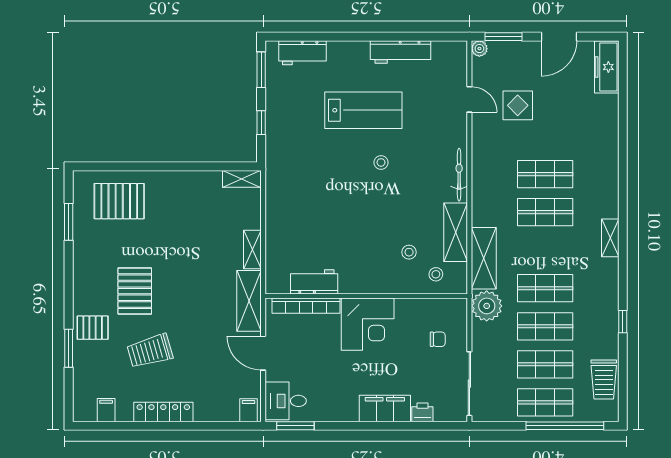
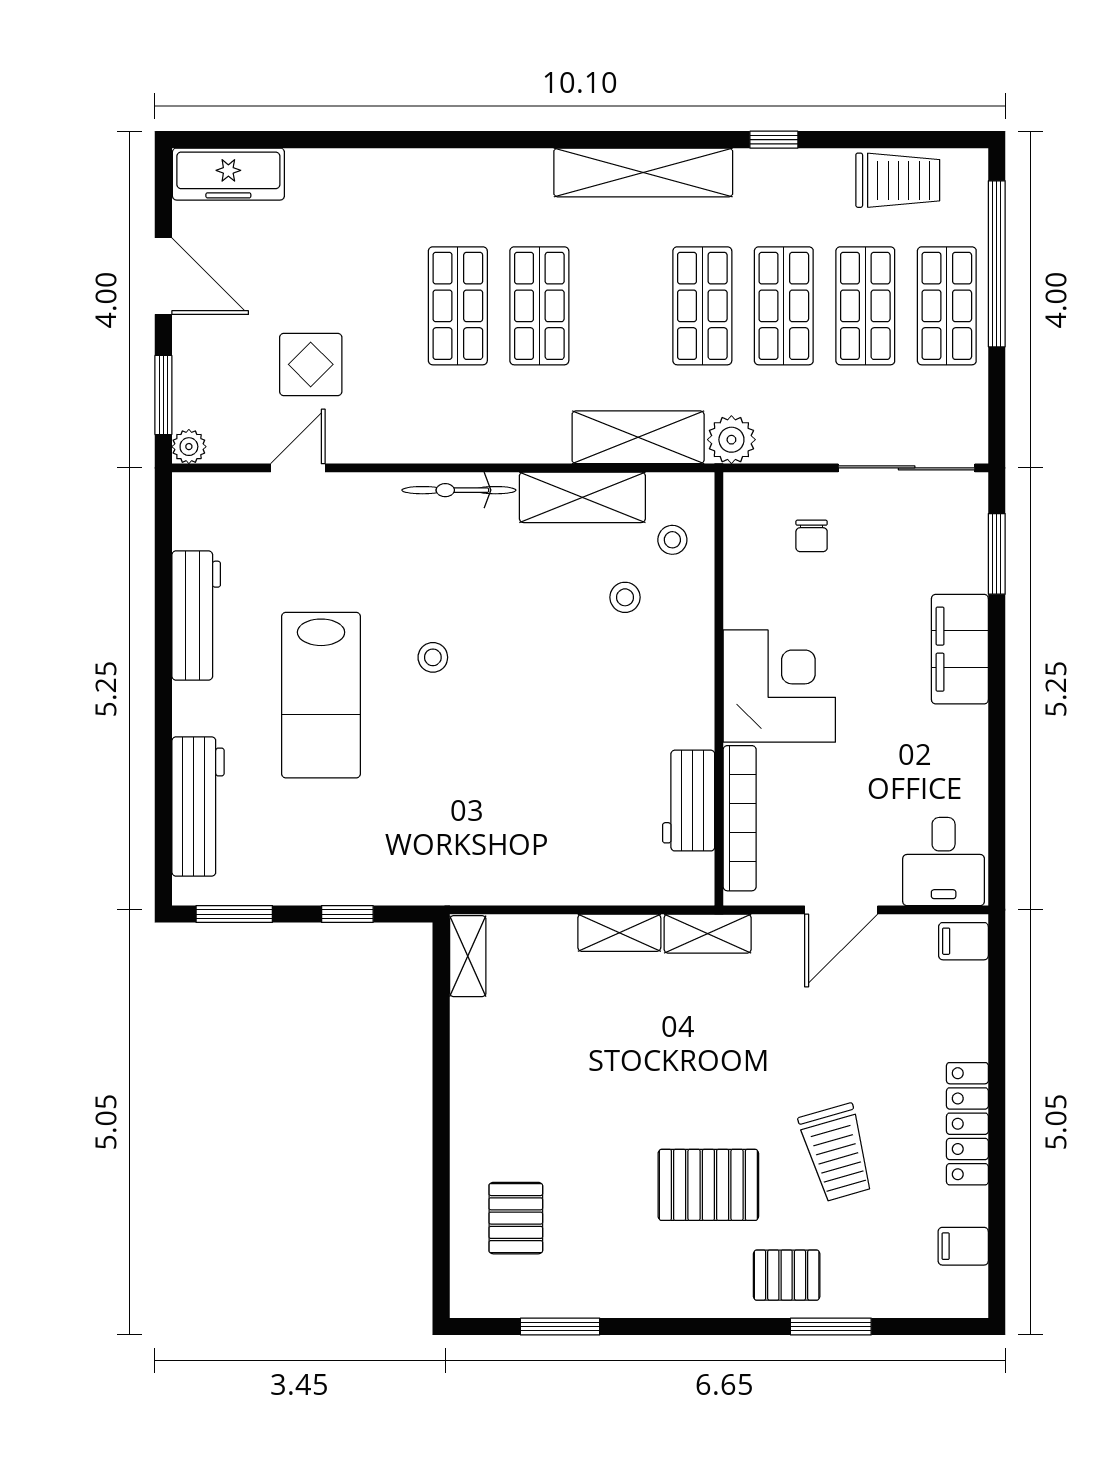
workbench: (303, 53) -> (198, 806), width x1.38
lab bench: (363, 110) -> (321, 695), turned 180
pallet: (119, 201) -> (516, 1218), width x0.67, depth x0.71
shelving: (610, 238) -> (643, 172), width x2.20, depth x1.33
shelving: (249, 301) -> (708, 934), width x0.67, depth x0.75
plant: (487, 306) -> (731, 440), width x0.73, depth x0.73
pallet: (93, 328) -> (787, 1275), turned 90
chair: (438, 339) -> (812, 536), turned 180
printer: (422, 412) -> (968, 569), removed
window: (295, 426) -> (997, 554), moved

